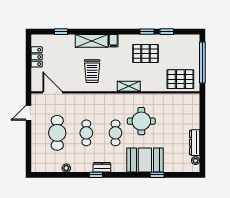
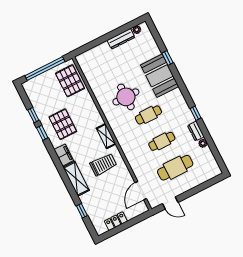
filing cabinet: (113, 41) -> (64, 155), width x2.00
shelving: (129, 86) -> (106, 136), moved
dresser: (102, 167) -> (196, 131), moved

